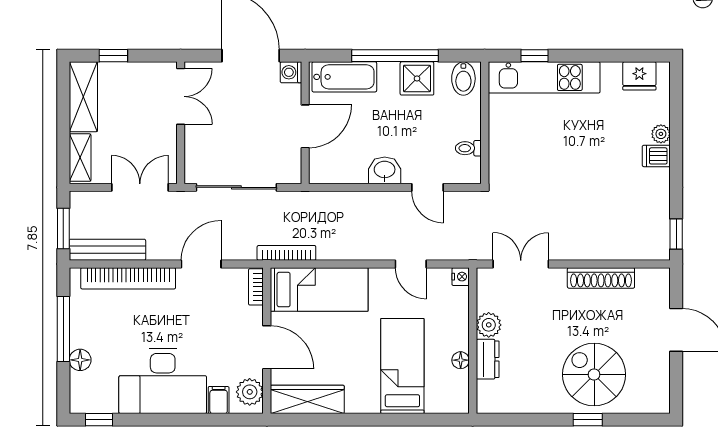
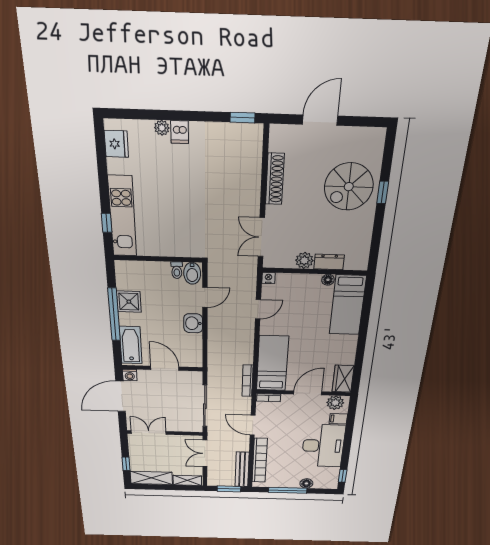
bidet: (463, 79) -> (192, 273), moved, turned 90
bed: (402, 366) -> (348, 305), moved, turned -90
wardrobe: (307, 399) -> (343, 379), width x0.67

